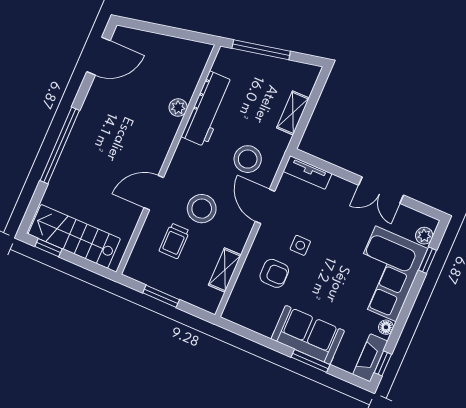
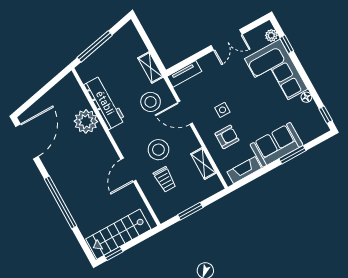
door: (98, 56) -> (27, 141), width x1.36
plant: (178, 108) -> (86, 121), width x1.87, depth x1.87
shelving: (293, 113) -> (150, 68), moved
fireplace: (370, 358) -> (244, 170), moved, turned 90

